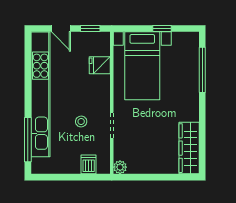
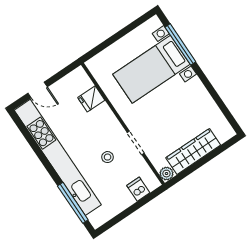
window: (90, 28) -> (62, 73), removed
window: (162, 28) -> (123, 32), removed
bed with nightstands: (142, 66) -> (151, 69), moved, turned 90
wardrobe: (189, 148) -> (193, 151), moved, turned 90

